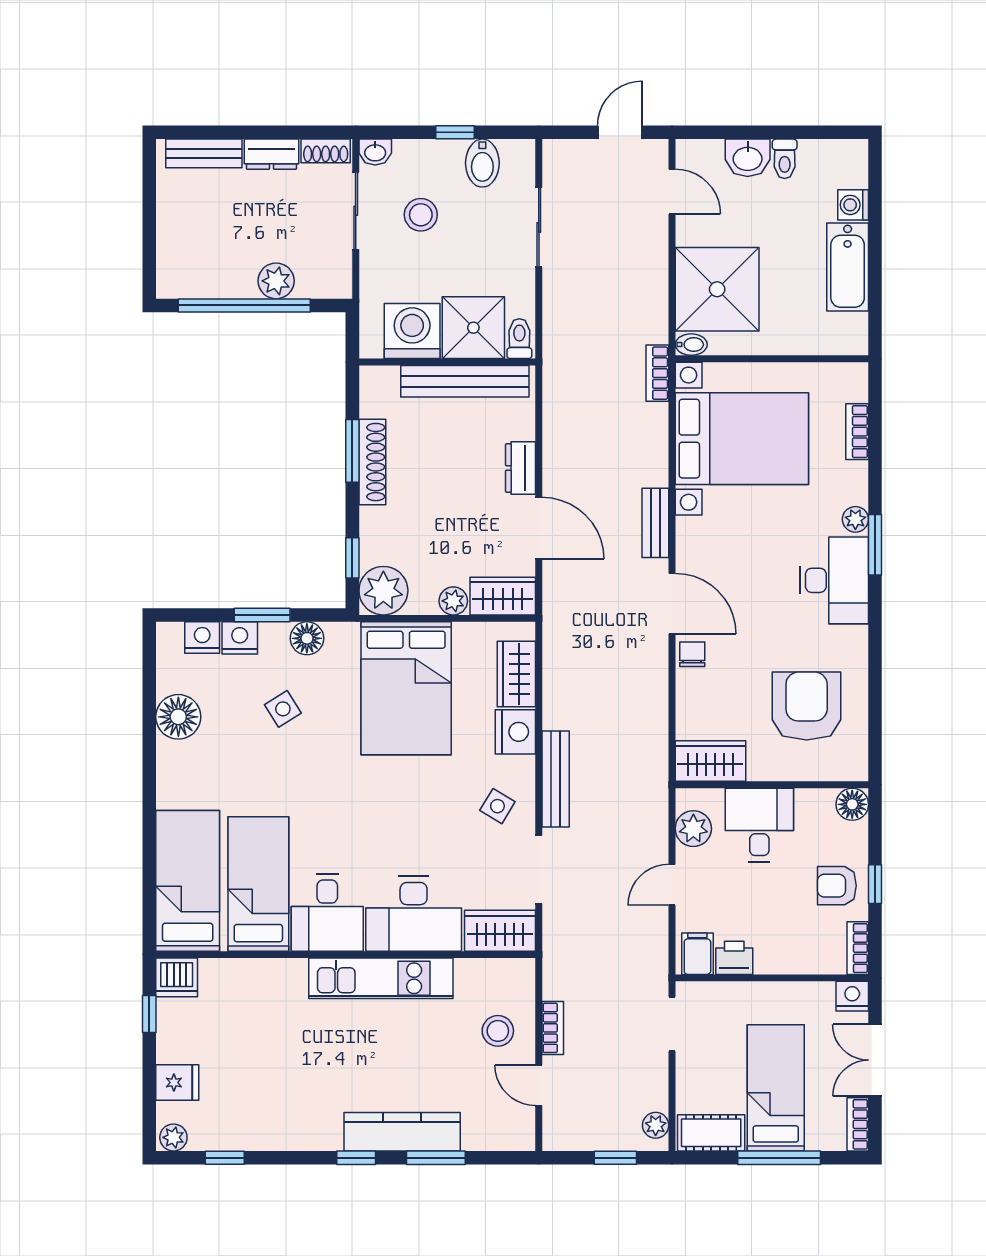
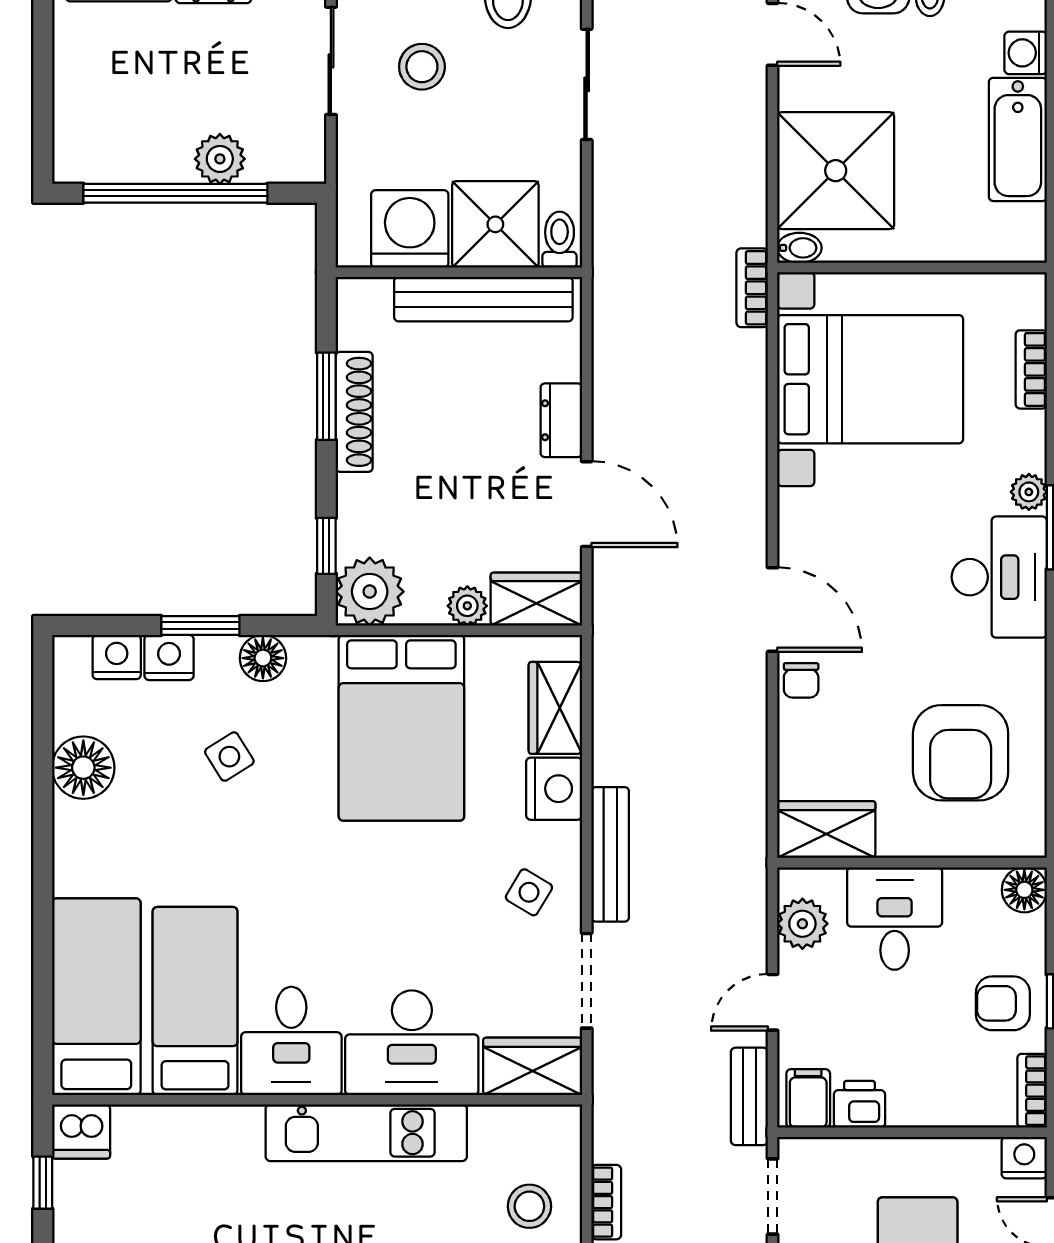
bench: (655, 523) -> (749, 1096), moved
chair: (692, 654) -> (801, 680), turned 180
armchair: (807, 706) -> (961, 753), turned 180

